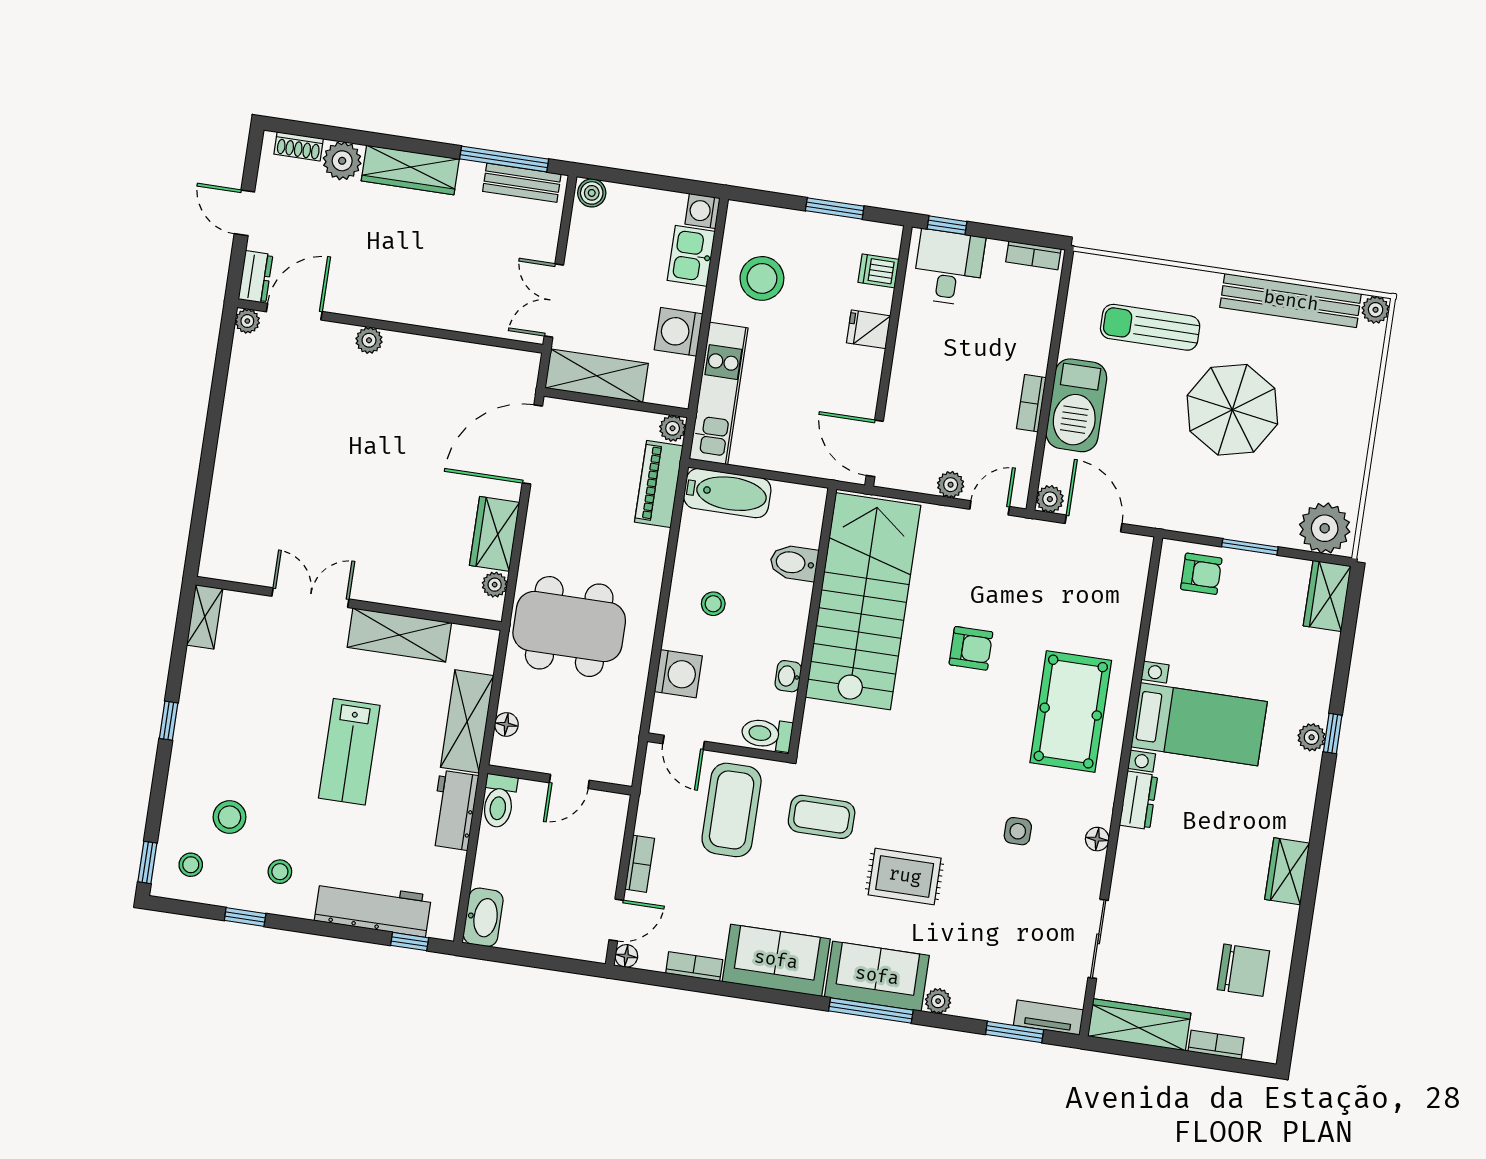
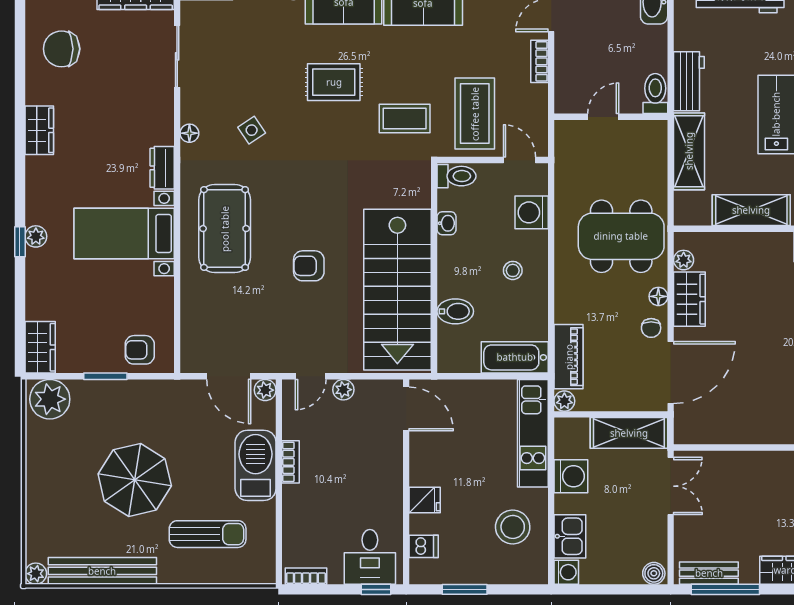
chair: (549, 505) -> (651, 328), added
floor lamp: (506, 724) -> (658, 296), moved
side table: (1018, 831) -> (252, 130), turned -34

